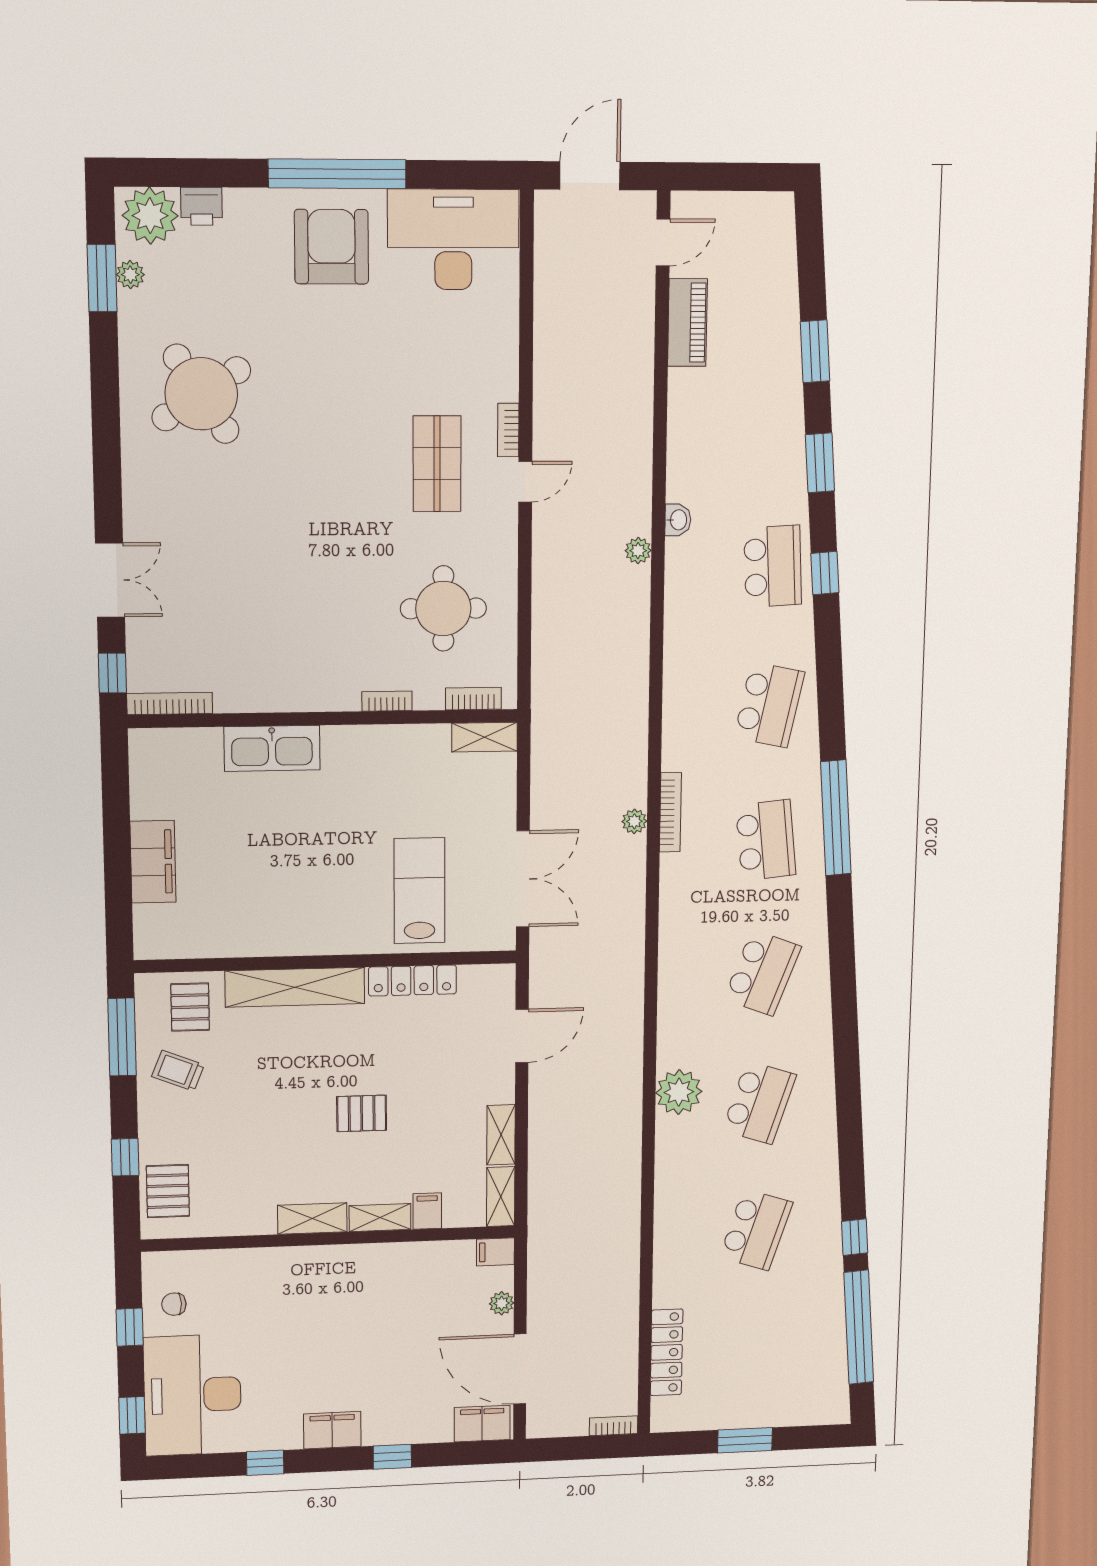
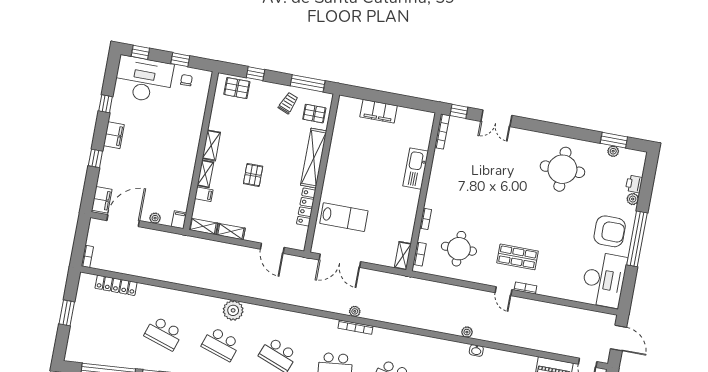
plant: (150, 216) -> (633, 199), moved, width x0.53, depth x0.53
round table: (201, 394) -> (562, 169), turned 33

